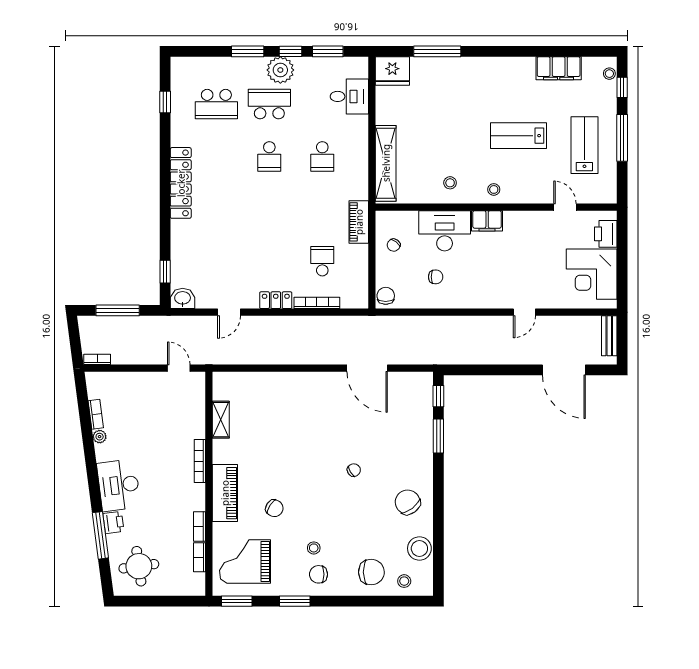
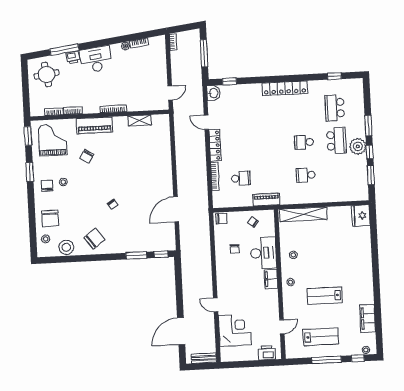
window: (437, 51) -> (374, 243), removed
desk: (349, 96) -> (344, 190), removed
lab bench: (518, 136) -> (325, 296), turned -90
corner desk: (592, 274) -> (235, 330), moved, turned 90
locker: (276, 300) -> (215, 145), width x1.53

